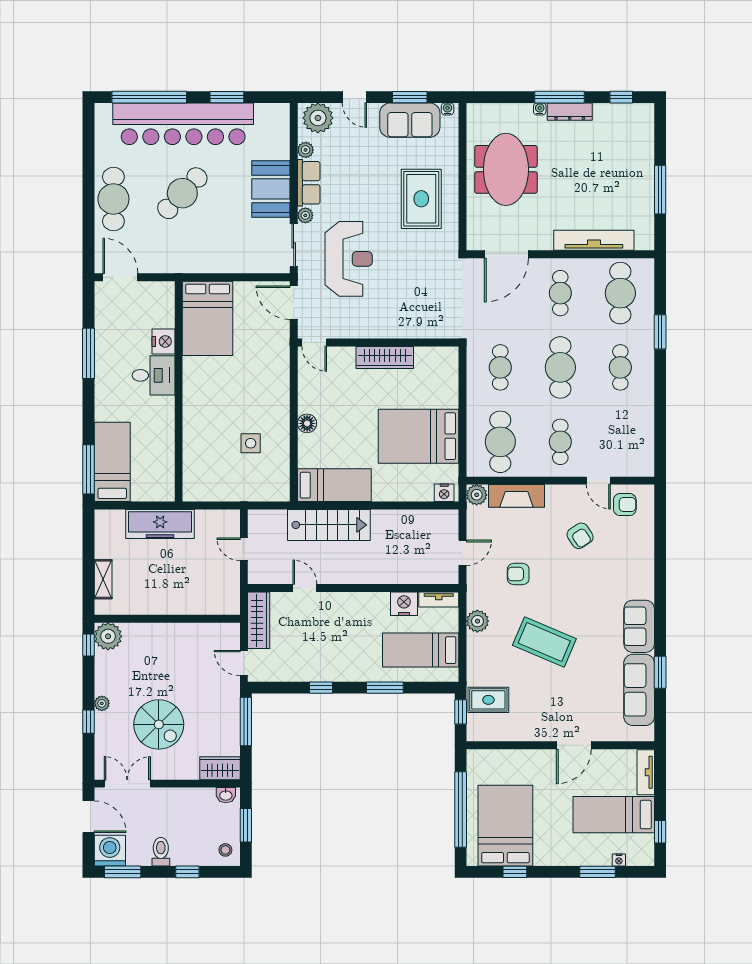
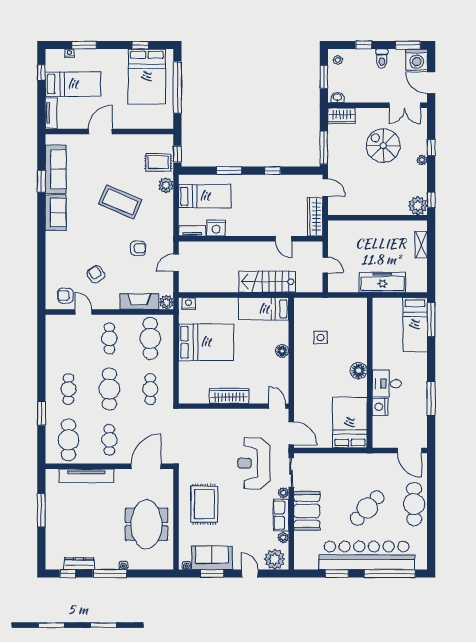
dresser: (570, 112) -> (79, 564), moved
floor lamp: (195, 395) -> (359, 371), added
plant: (477, 621) -> (166, 185), moved

